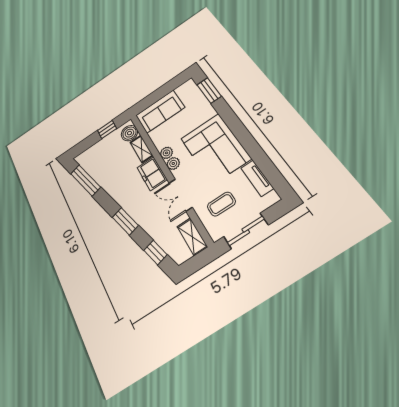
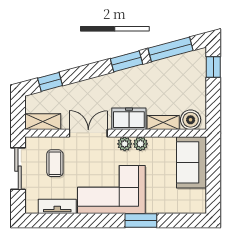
window: (209, 90) -> (141, 220), moved
window: (107, 129) -> (213, 67), moved
window: (125, 221) -> (126, 61), moved

